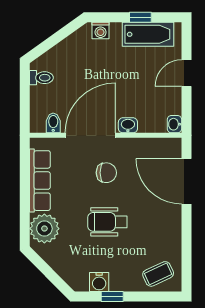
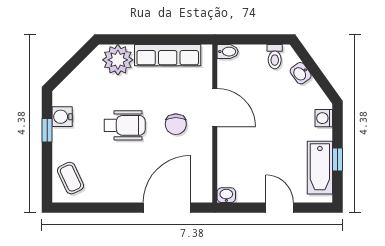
bidet: (53, 123) -> (228, 52), moved
washbasin: (128, 125) -> (301, 73), moved, turned 144
door: (90, 135) -> (215, 107), width x0.73
wheelchair: (107, 222) -> (125, 125), turned 90

